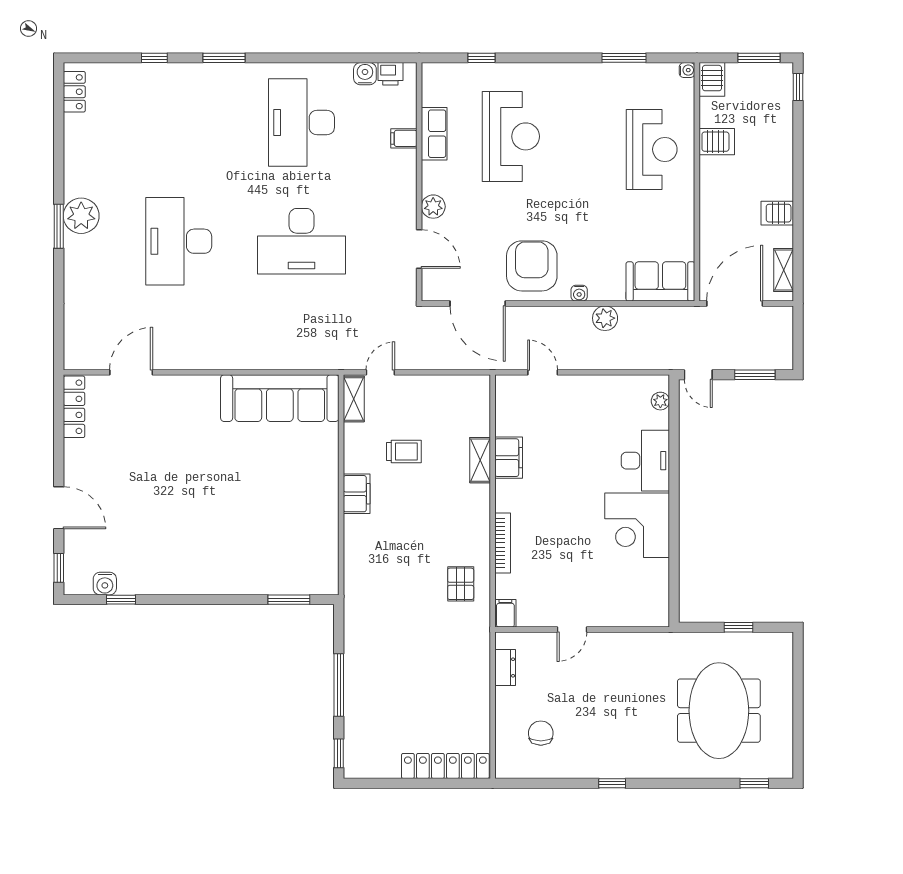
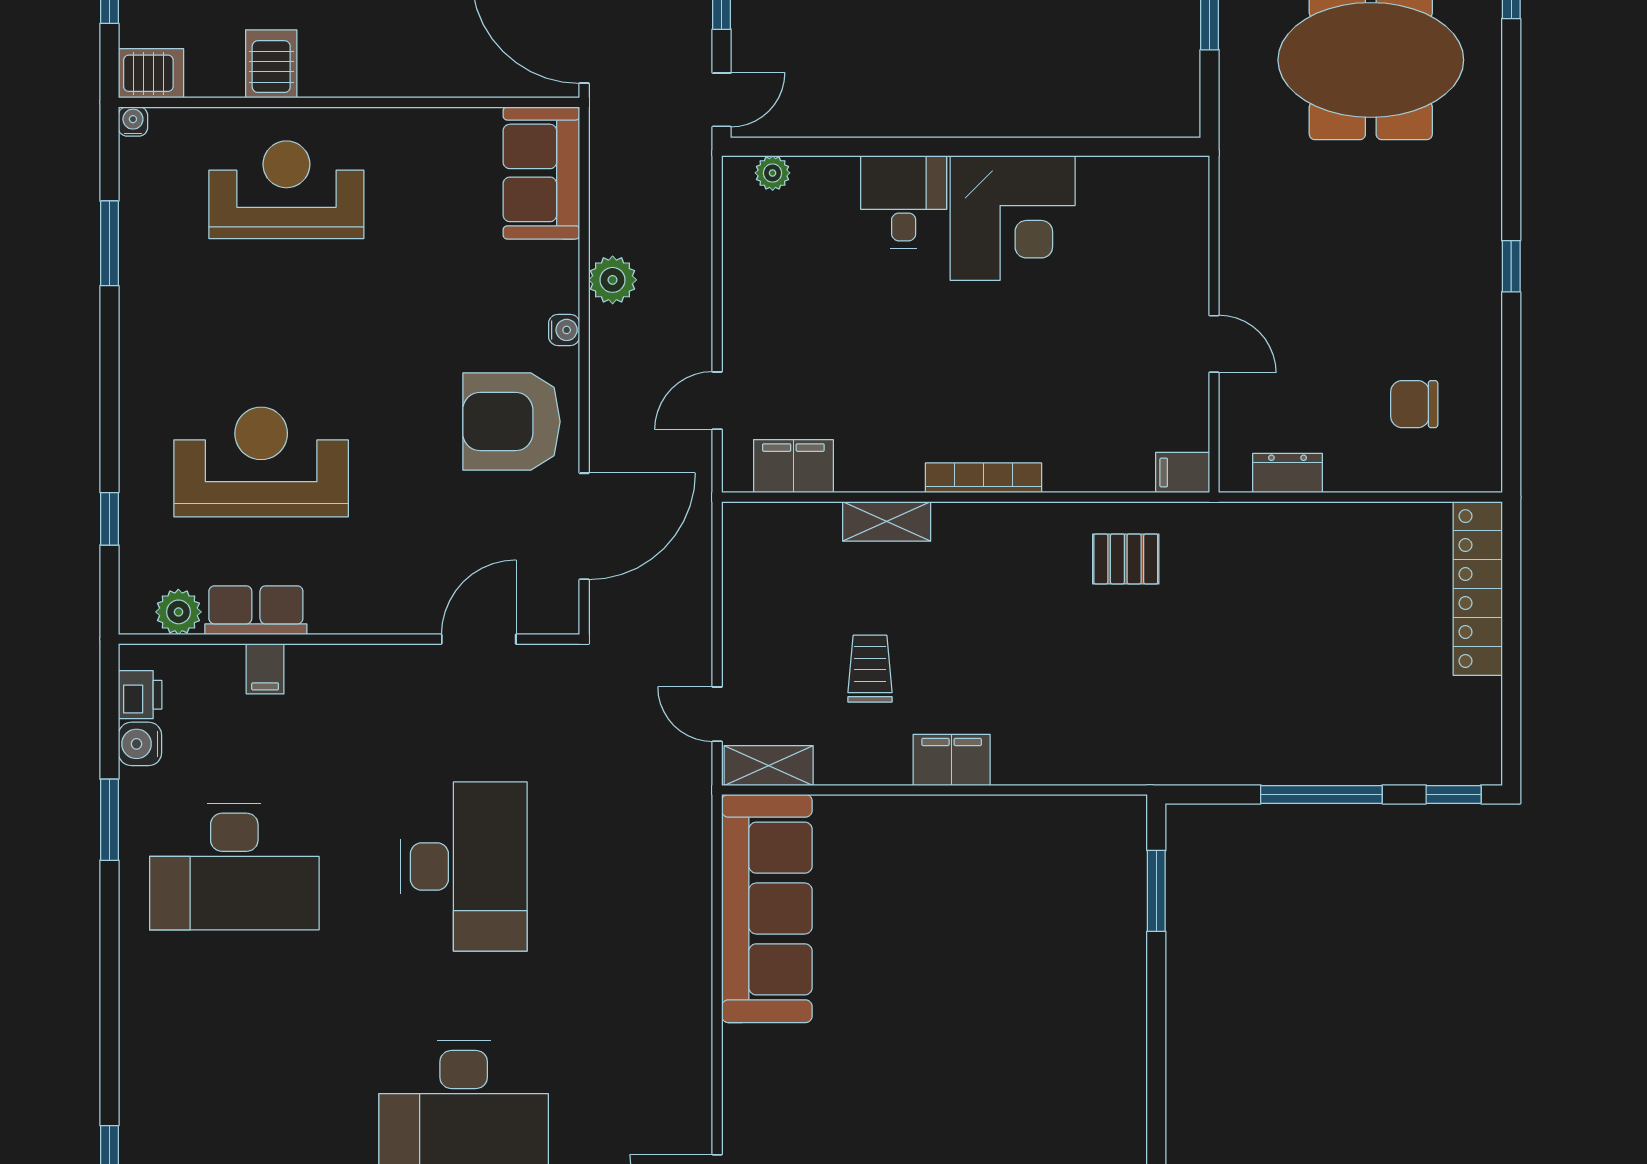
window: (224, 58) -> (109, 820), moved
plant: (433, 207) -> (178, 612), moved
filing cabinet: (509, 458) -> (793, 466), moved
desk: (645, 461) -> (904, 202), width x0.73
bookcase: (503, 543) -> (983, 478), moved

